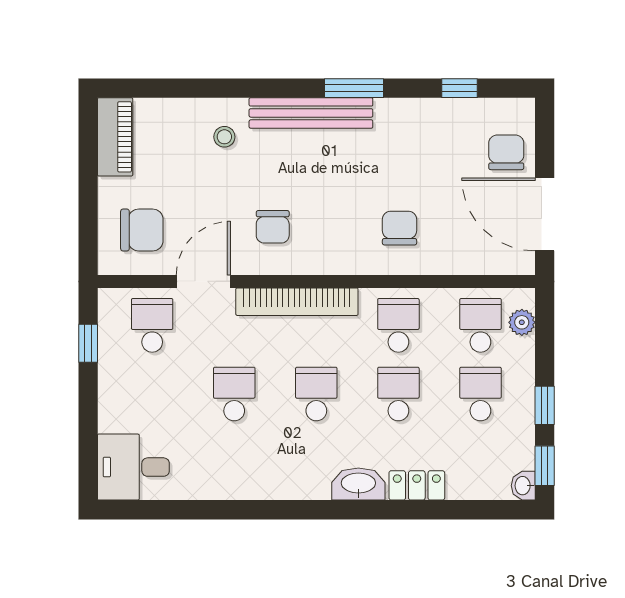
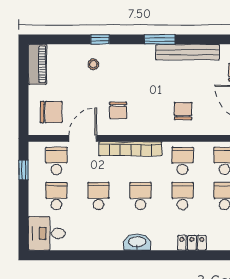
window: (459, 88) -> (100, 39), moved
bench: (311, 113) -> (188, 52), moved
school desk: (152, 394) -> (56, 196), added
washbasin: (358, 484) -> (137, 242), moved

